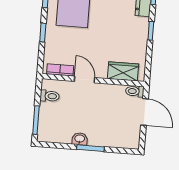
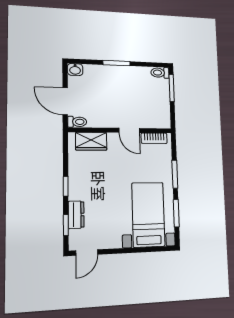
window: (43, 33) -> (175, 174), width x1.50
toilet: (50, 96) -> (160, 73), moved
washbasin: (80, 139) -> (75, 70), moved

